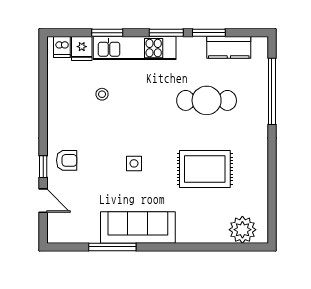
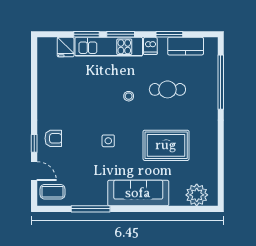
window: (166, 33) -> (121, 34), moved
dishwasher: (62, 47) -> (150, 46), moved
stool: (102, 94) -> (129, 96), moved
cafe table: (207, 100) -> (167, 89), width x0.73, depth x0.74
coffee table: (66, 226) -> (53, 192), added
sofa: (138, 227) -> (138, 193), moved

